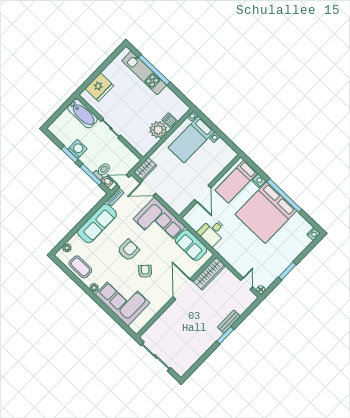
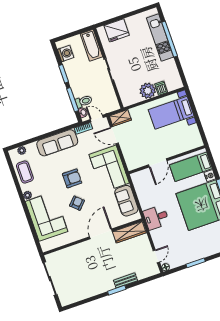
washing machine: (77, 149) -> (66, 53), moved
desk: (212, 232) -> (156, 217), moved

